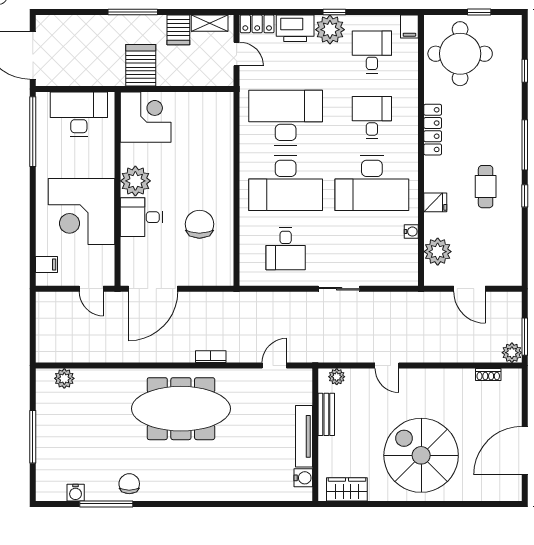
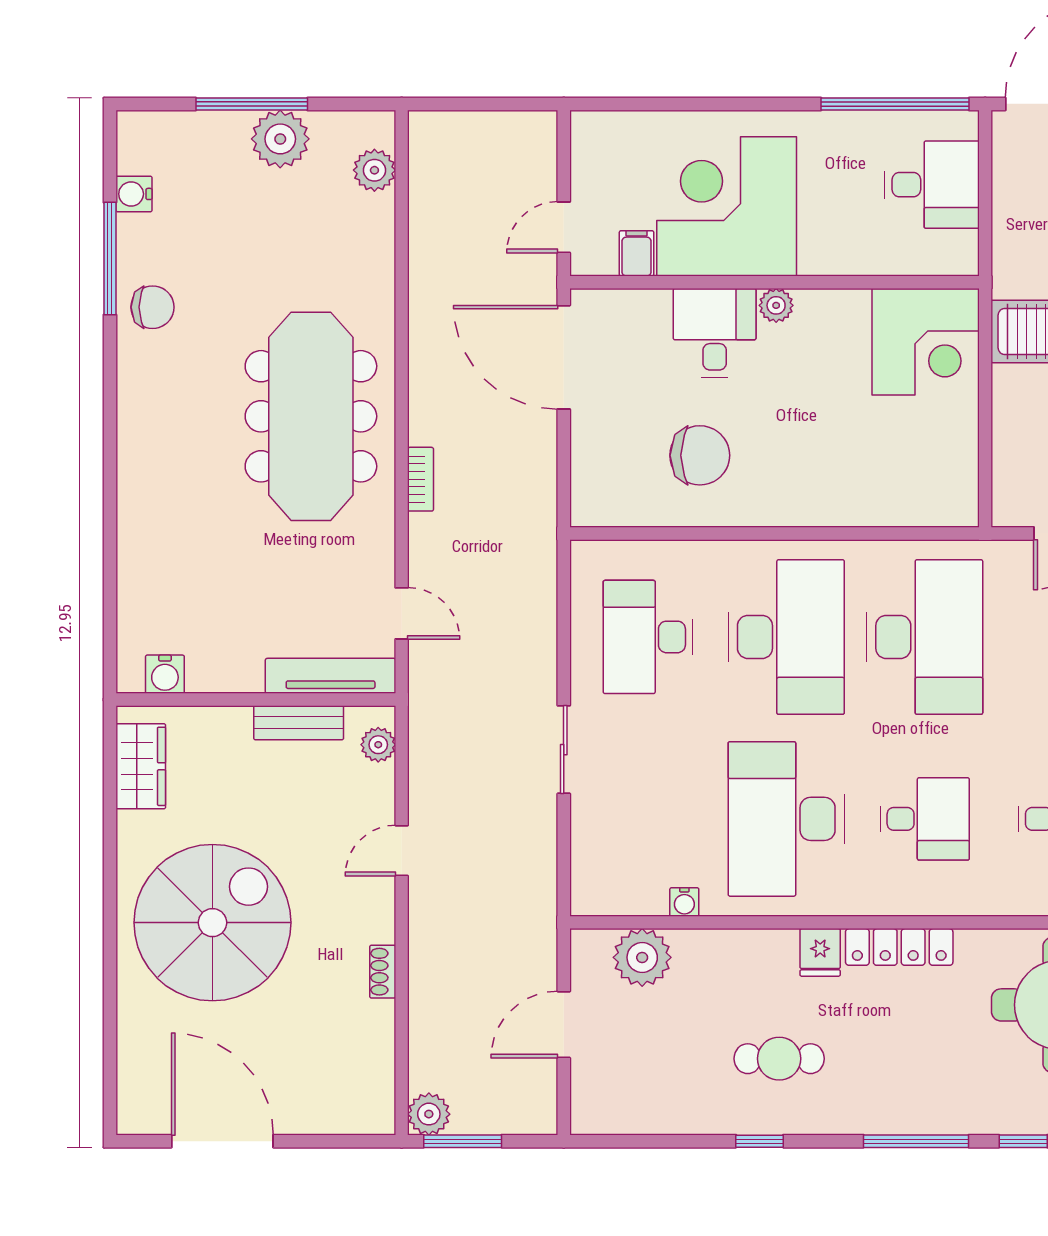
desk: (79, 114) -> (932, 185), width x0.73
window: (525, 145) -> (916, 1141), moved
plant: (135, 181) -> (776, 305), width x0.53, depth x0.53
desk: (286, 183) -> (786, 637), turned 180
fridge: (435, 202) -> (820, 952), moved
desk: (286, 249) -> (648, 637), width x1.37
filing cabinet: (47, 265) -> (637, 253), moved, turned 180
shoe rack: (488, 375) -> (383, 972), moved
plant: (49, 423) -> (280, 139), added
tv unit: (304, 436) -> (331, 676), moved

